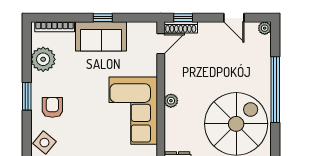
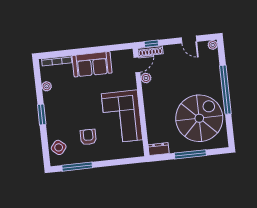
window: (103, 18) -> (92, 50), removed
plant: (43, 59) -> (47, 86), width x0.53, depth x0.53
plant: (171, 101) -> (146, 78), moved
armchair: (52, 107) -> (88, 137), moved

